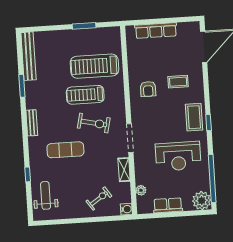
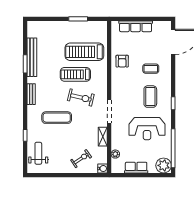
bench: (28, 56) -> (32, 57), moved
armchair: (148, 89) -> (122, 61), moved
coffee table: (194, 117) -> (150, 97), moved

